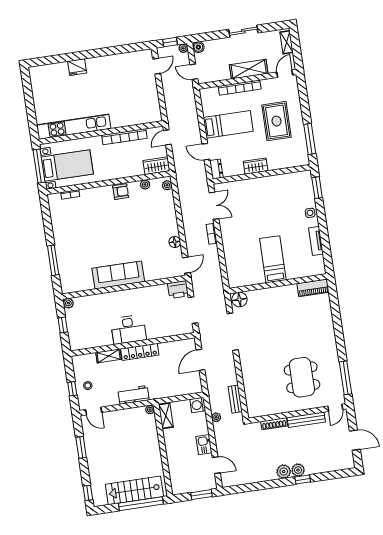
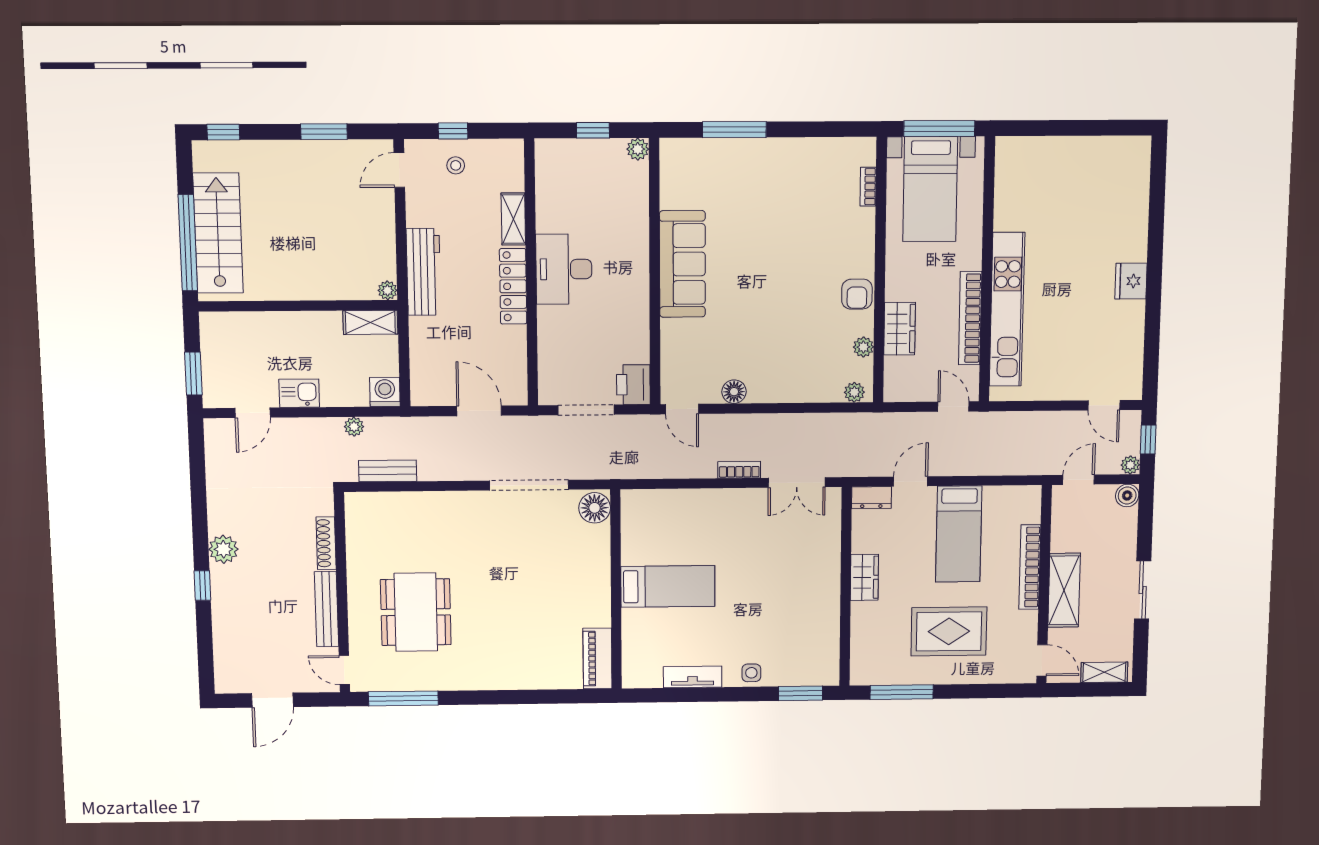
fridge: (77, 67) -> (1131, 281), moved
kitchen unit: (74, 127) -> (1007, 310), moved
wardrobe: (156, 166) -> (900, 329), moved
dining table: (302, 377) -> (416, 612), turned 90
workbench: (133, 395) -> (423, 272), width x1.38
plant: (298, 470) -> (223, 579), removed

